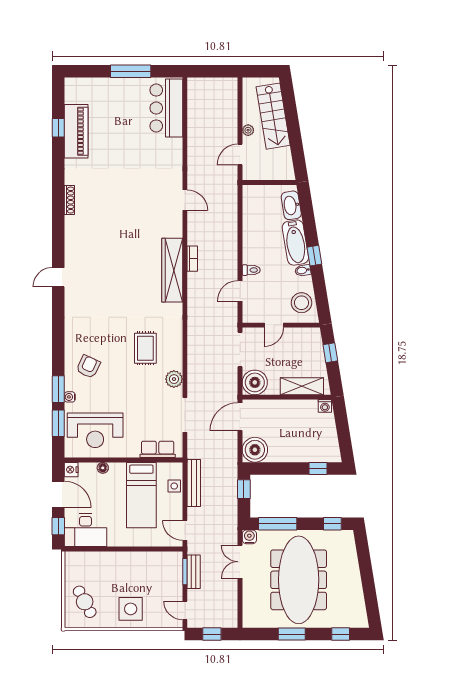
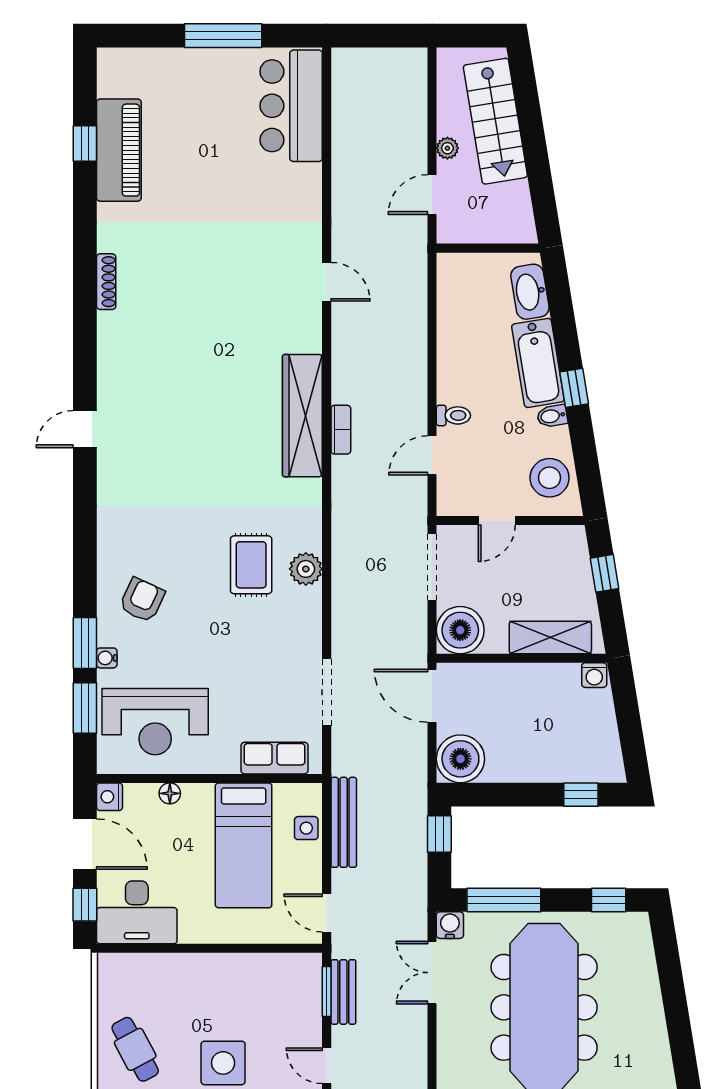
bookcase: (192, 259) -> (341, 430), moved
plant: (174, 379) -> (306, 569), moved
door: (240, 417) -> (432, 696), hinge flipped

